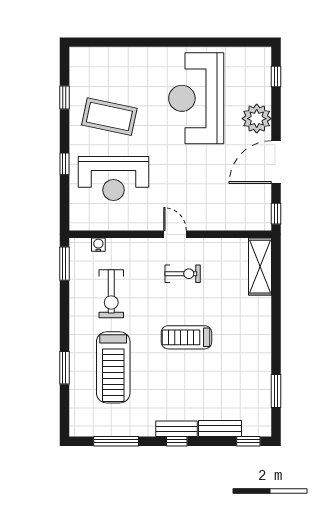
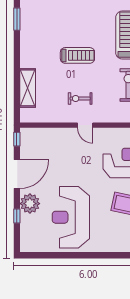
window: (276, 77) -> (17, 216), moved
reception desk: (196, 98) -> (71, 217), turned 180
shelving: (260, 267) -> (28, 88), moved

